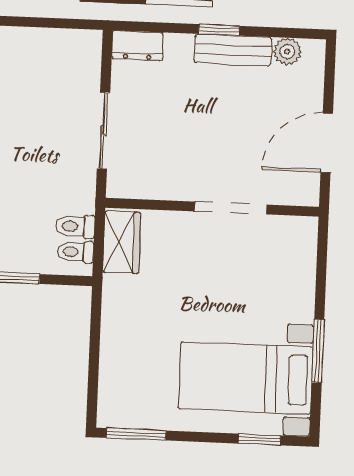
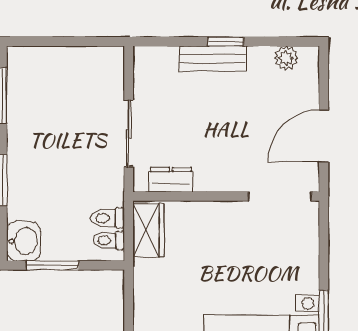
dresser: (137, 46) -> (171, 180), moved, turned 180
bench: (233, 50) -> (213, 58), moved
doorway: (231, 208) -> (280, 196), moved

